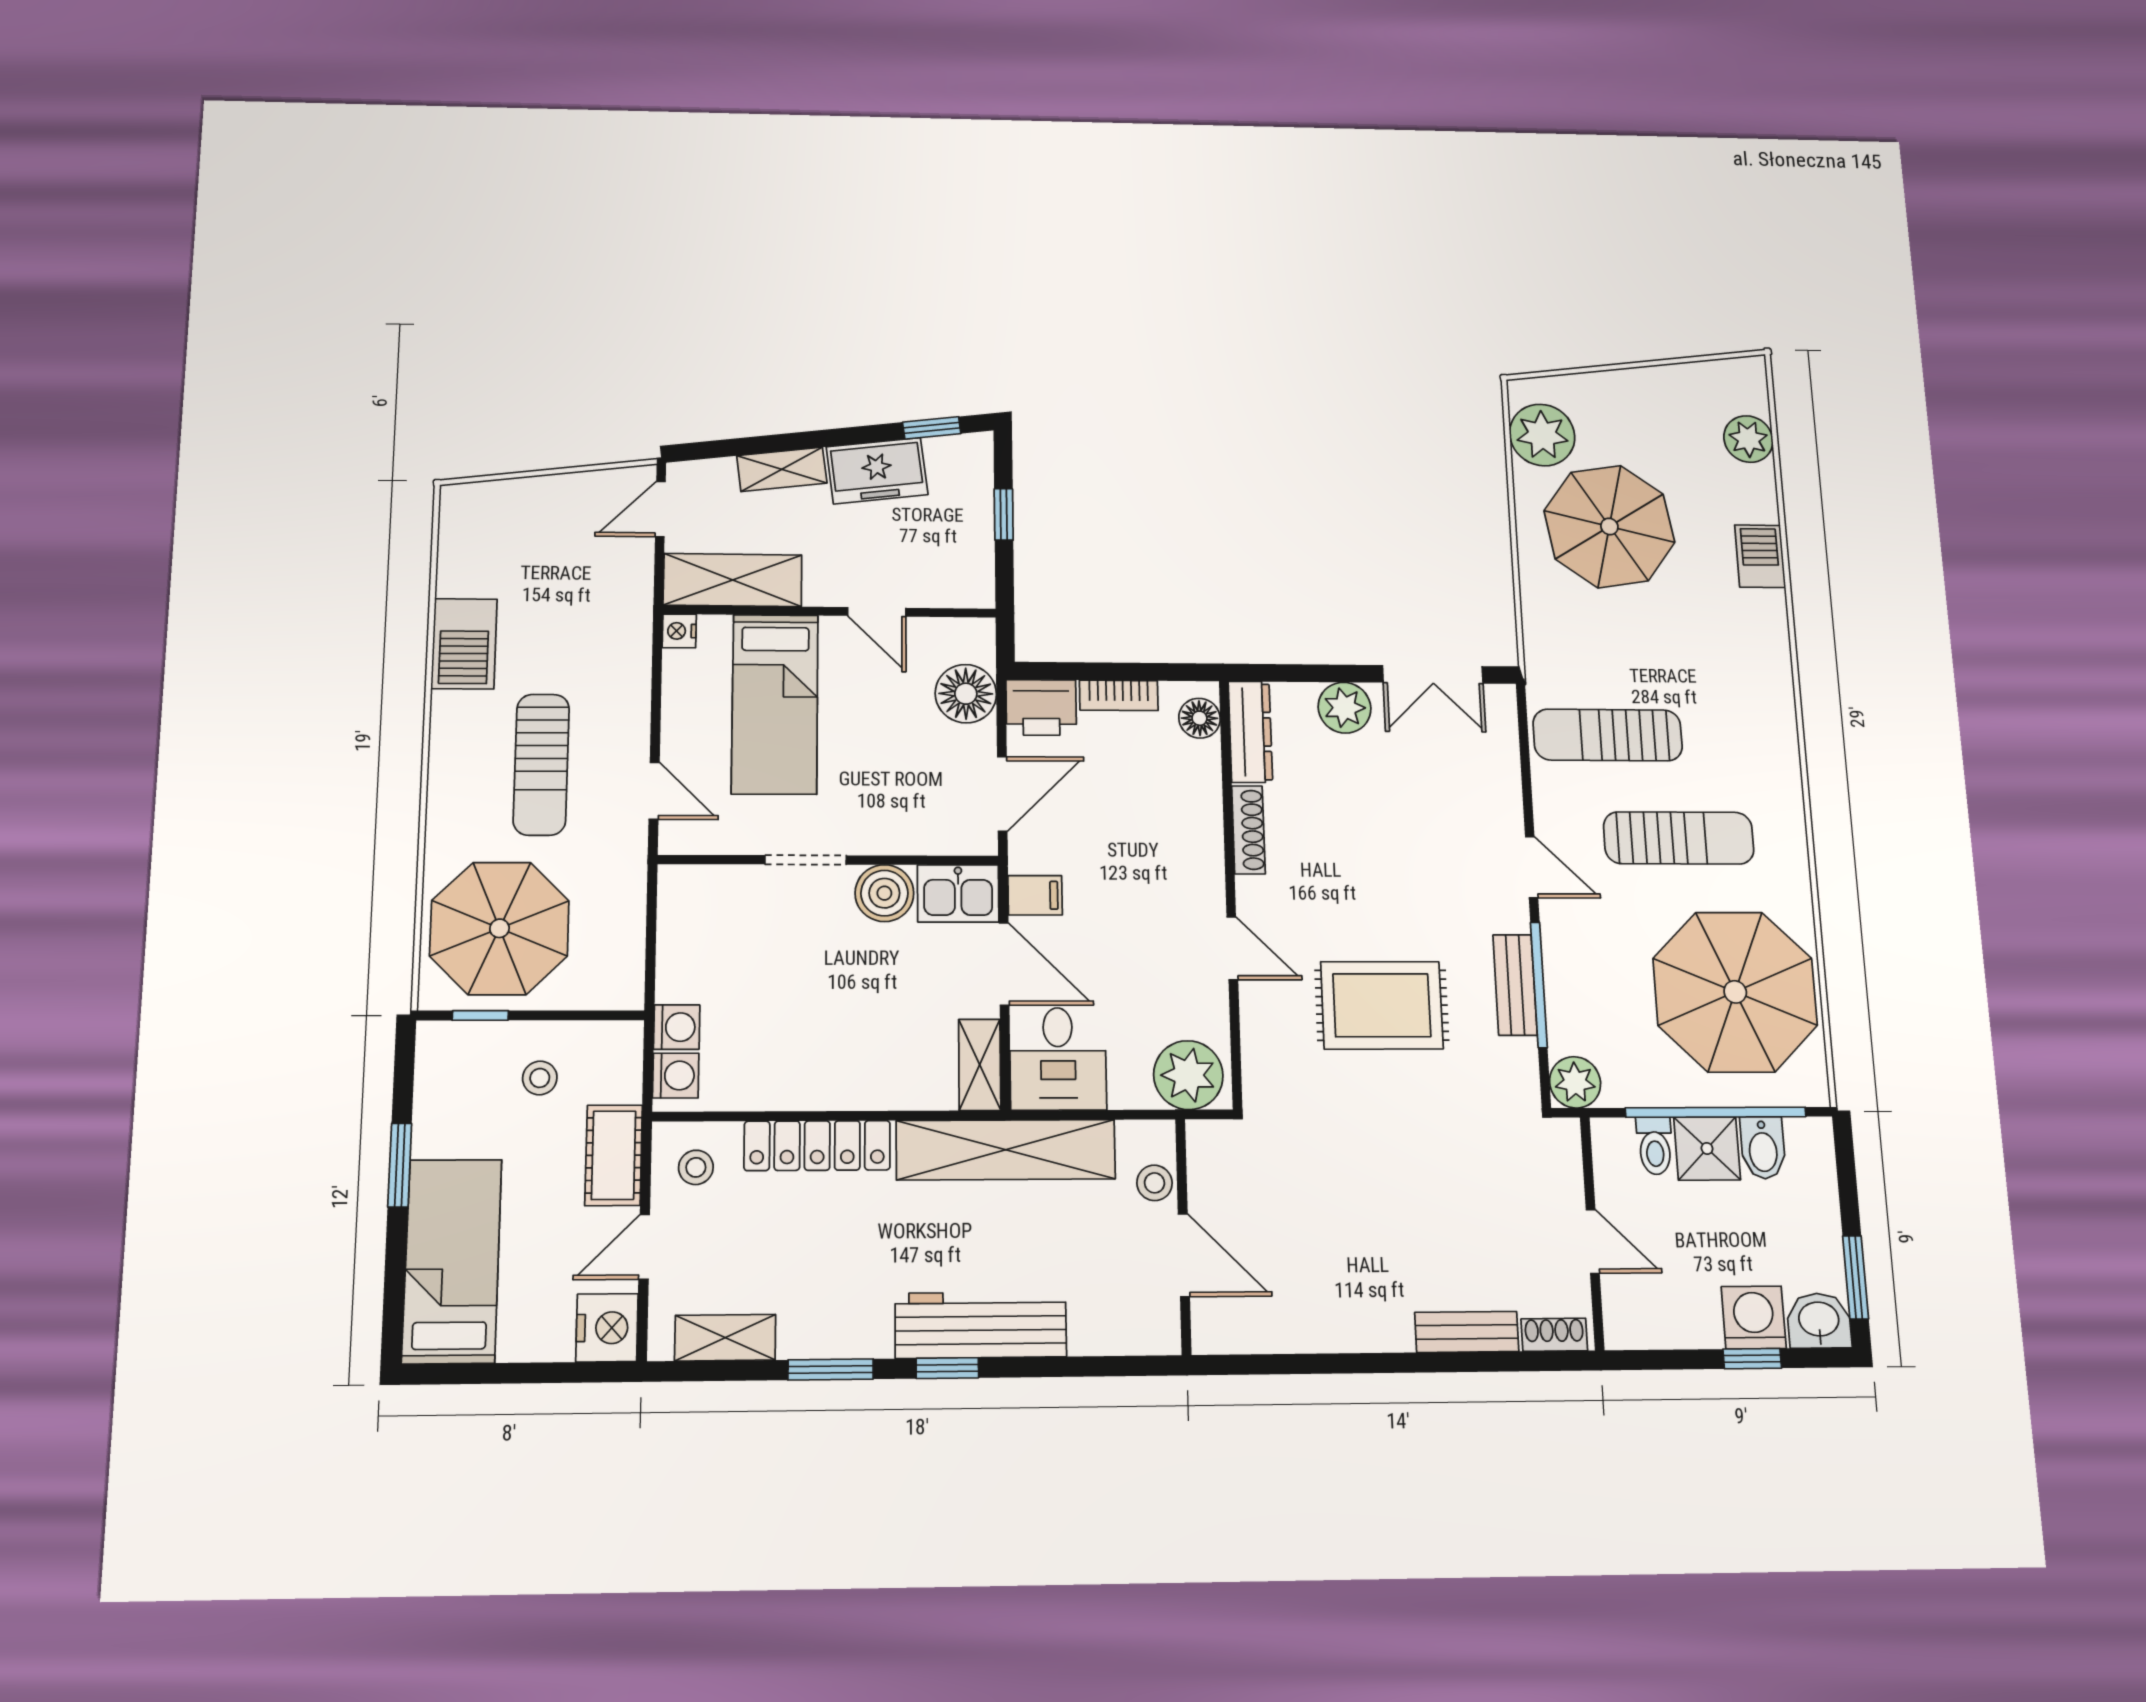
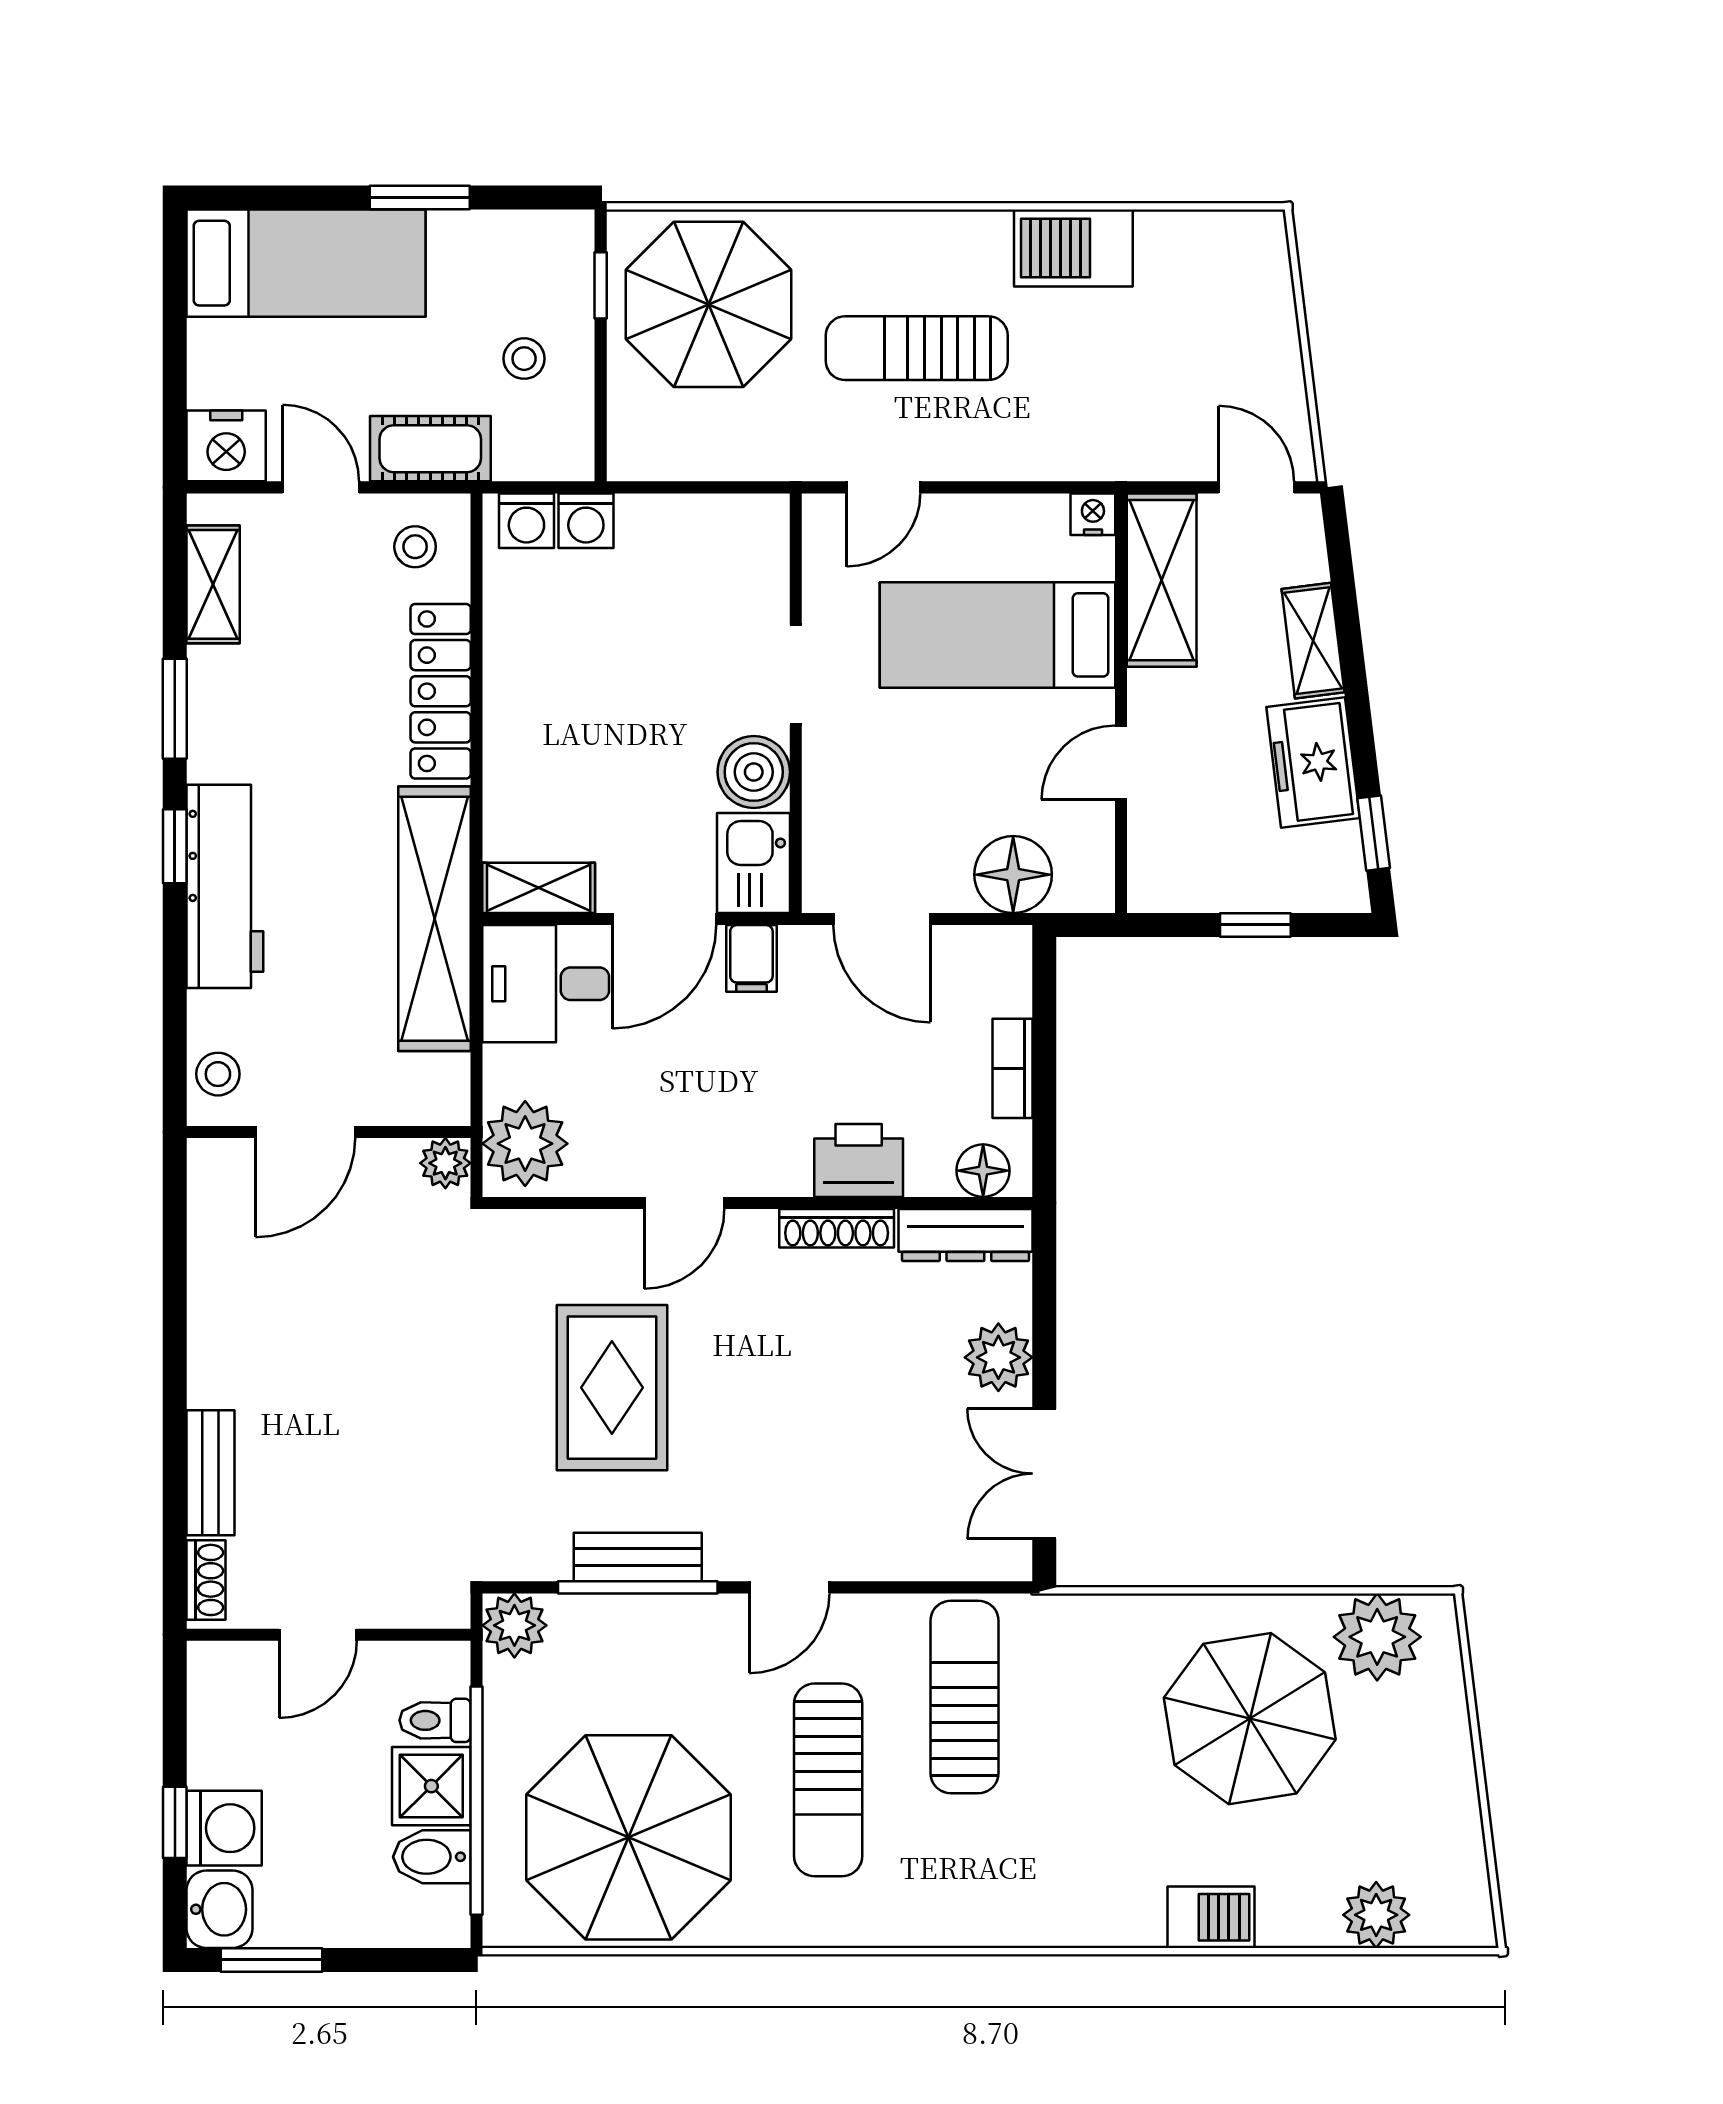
printer: (1041, 707) -> (859, 1160), moved, turned 90
plant: (1206, 1140) -> (445, 1163), added
stool: (1155, 1183) -> (218, 1074), moved

